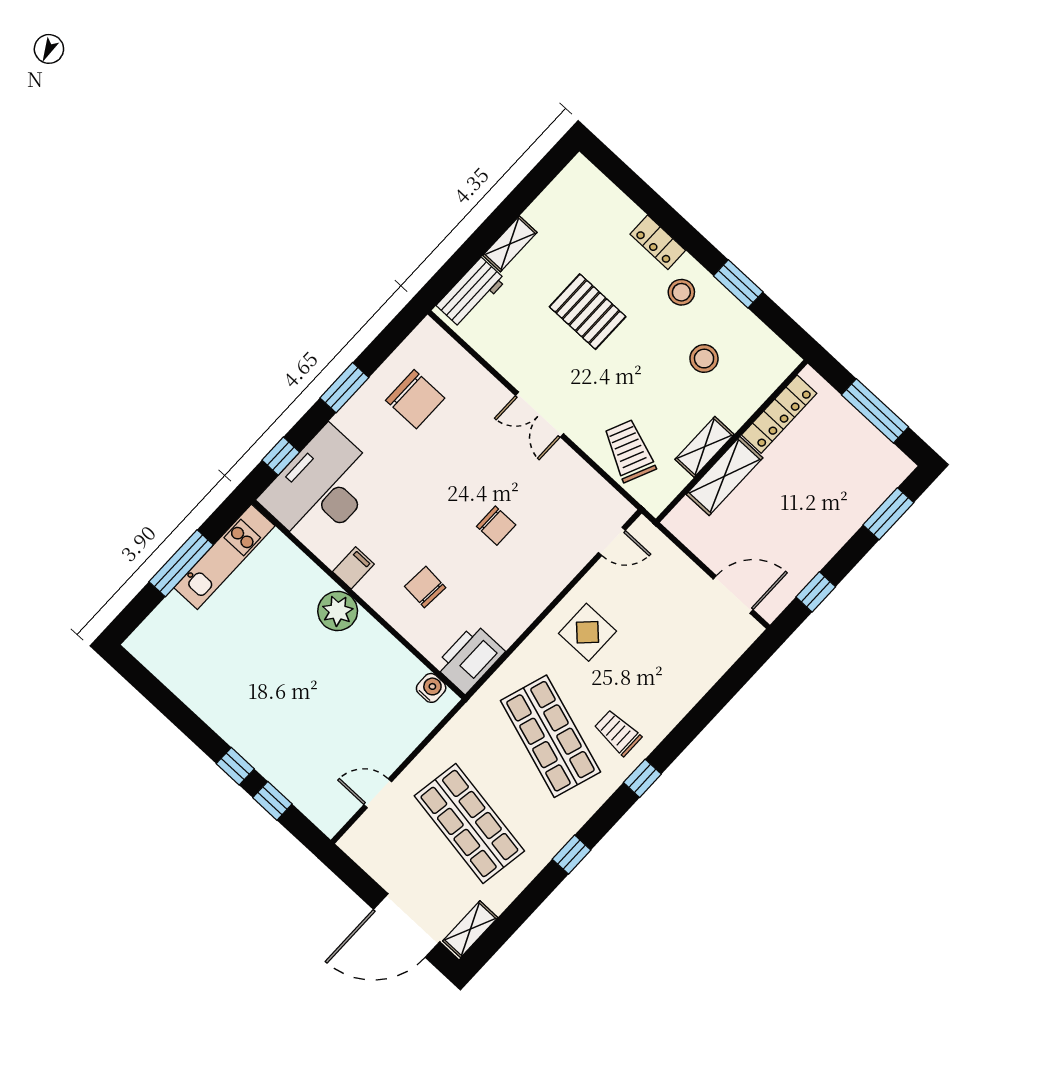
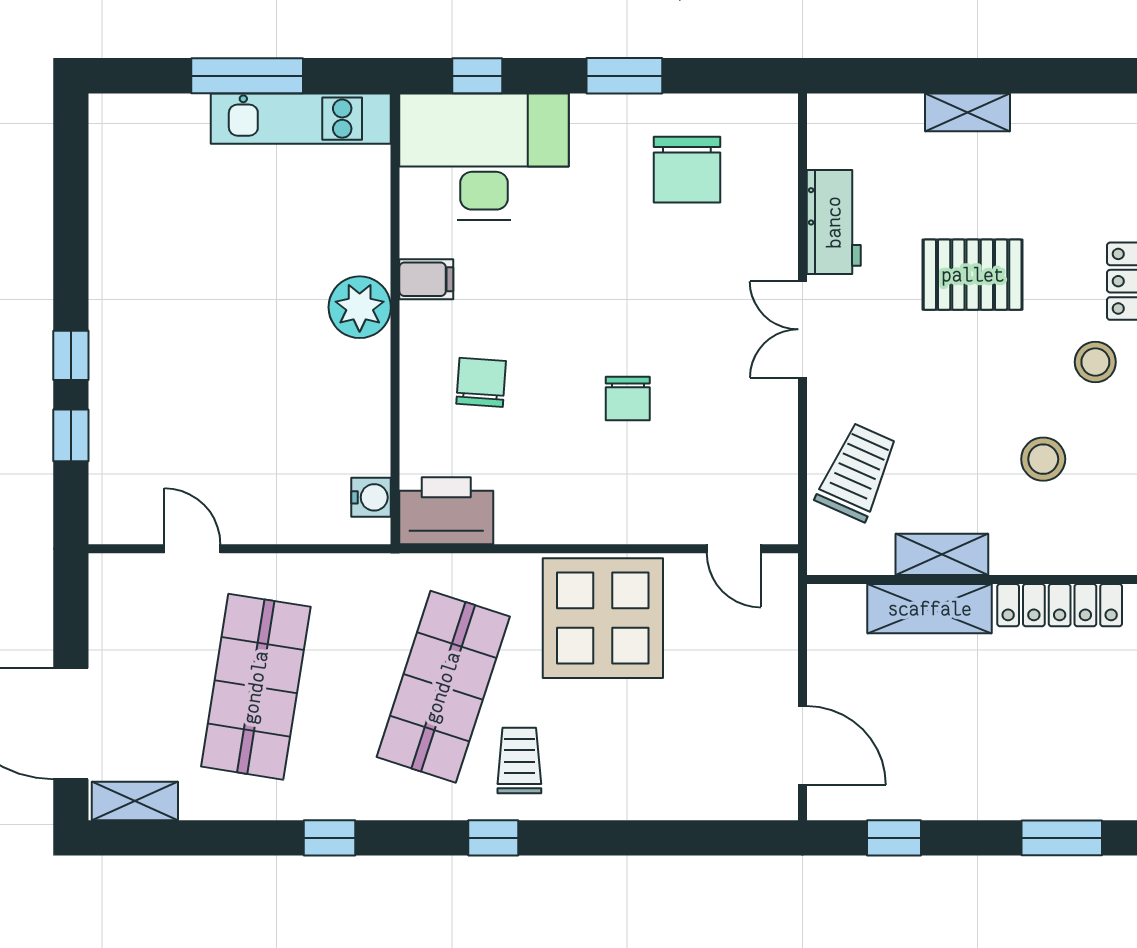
workbench: (471, 293) -> (834, 222), moved, turned -90
pallet: (588, 312) -> (973, 275), turned 90
display table: (588, 632) -> (603, 618), width x1.86, depth x1.86

